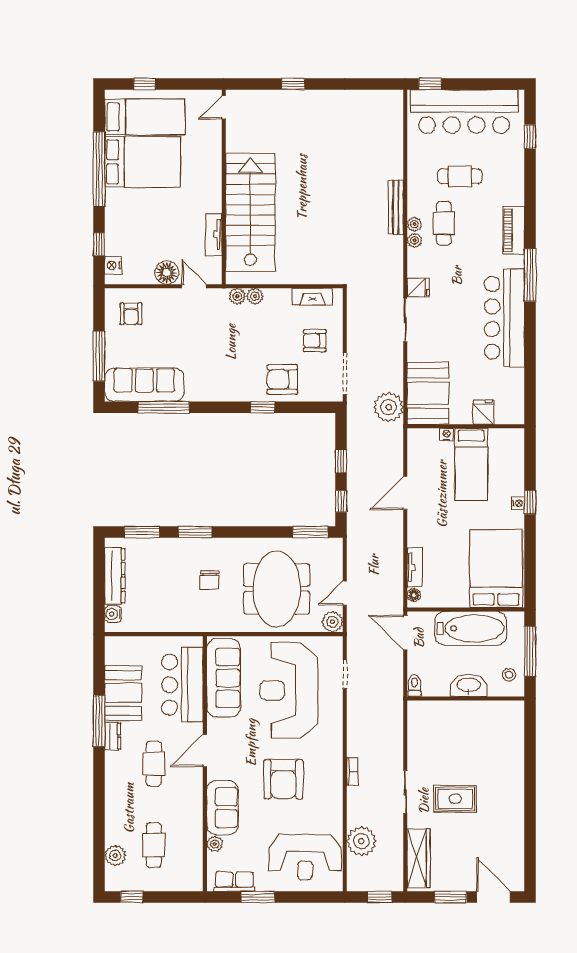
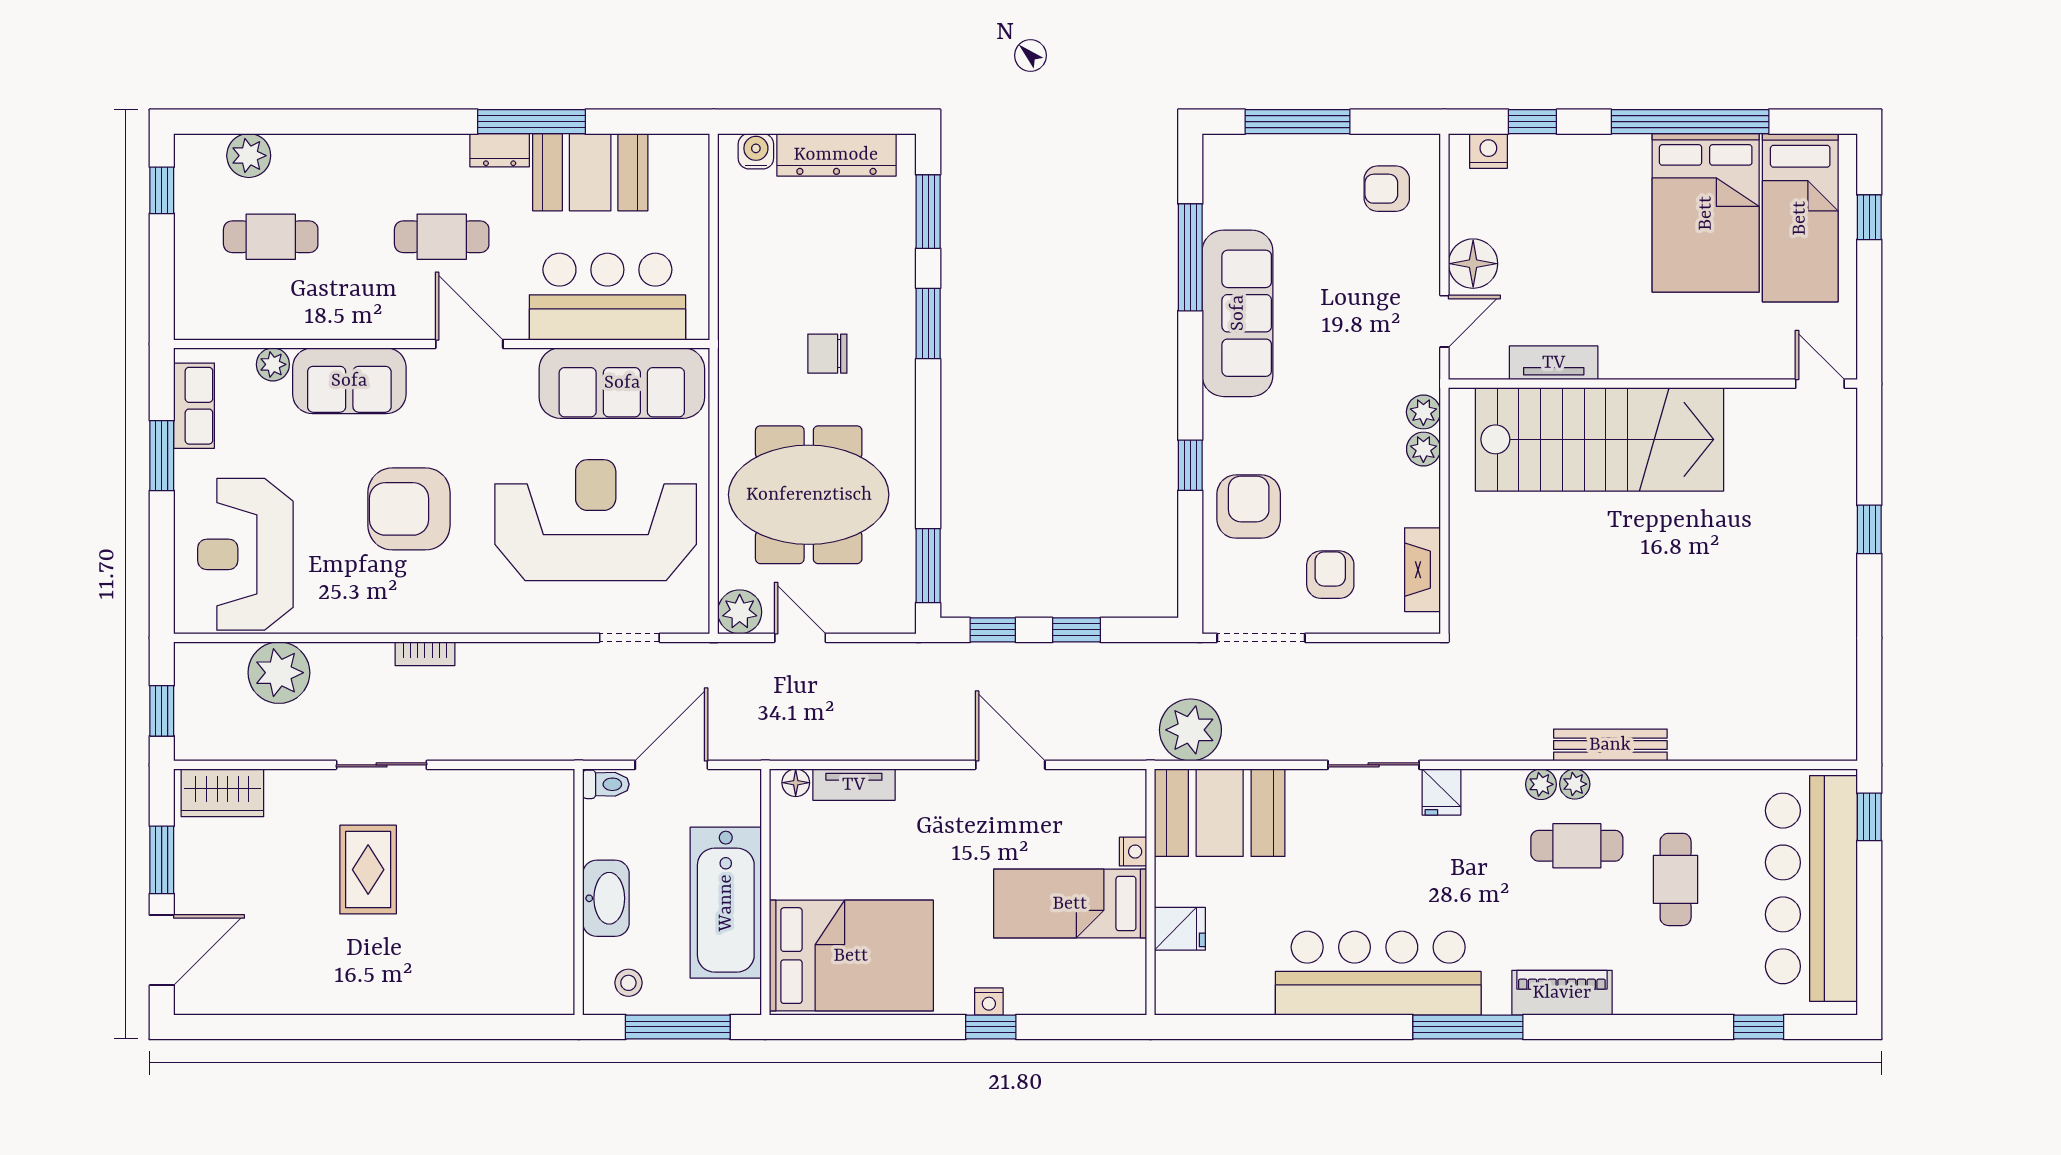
sofa: (144, 385) -> (1238, 313), moved
door: (405, 633) -> (671, 765), moved
wardrobe: (419, 858) -> (222, 793), width x0.67

